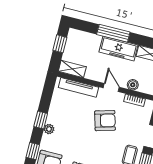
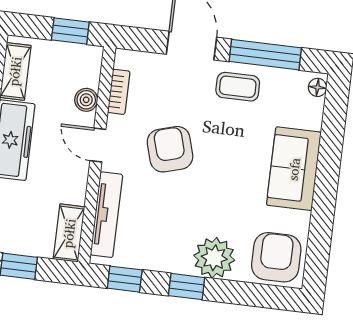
door: (111, 88) -> (98, 145), hinge flipped
plant: (49, 129) -> (214, 258), width x1.88, depth x1.88
window: (33, 151) -> (125, 279), moved

